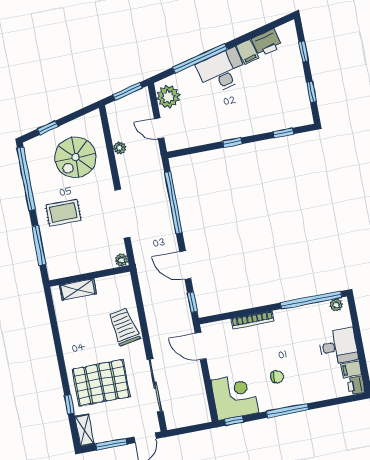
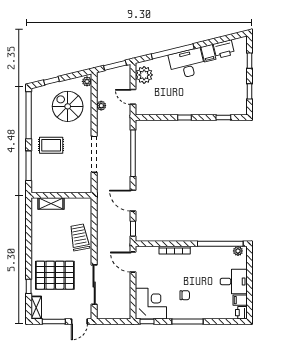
spiral stairs: (75, 157) -> (68, 106), turned 90
plant: (121, 260) -> (87, 81), moved

